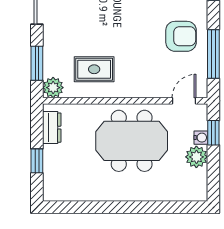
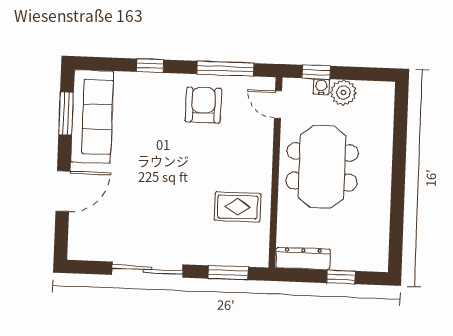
rug: (94, 69) -> (238, 207), turned 90
plant: (53, 88) -> (257, 255), removed
dresser: (52, 128) -> (303, 258), width x1.44

